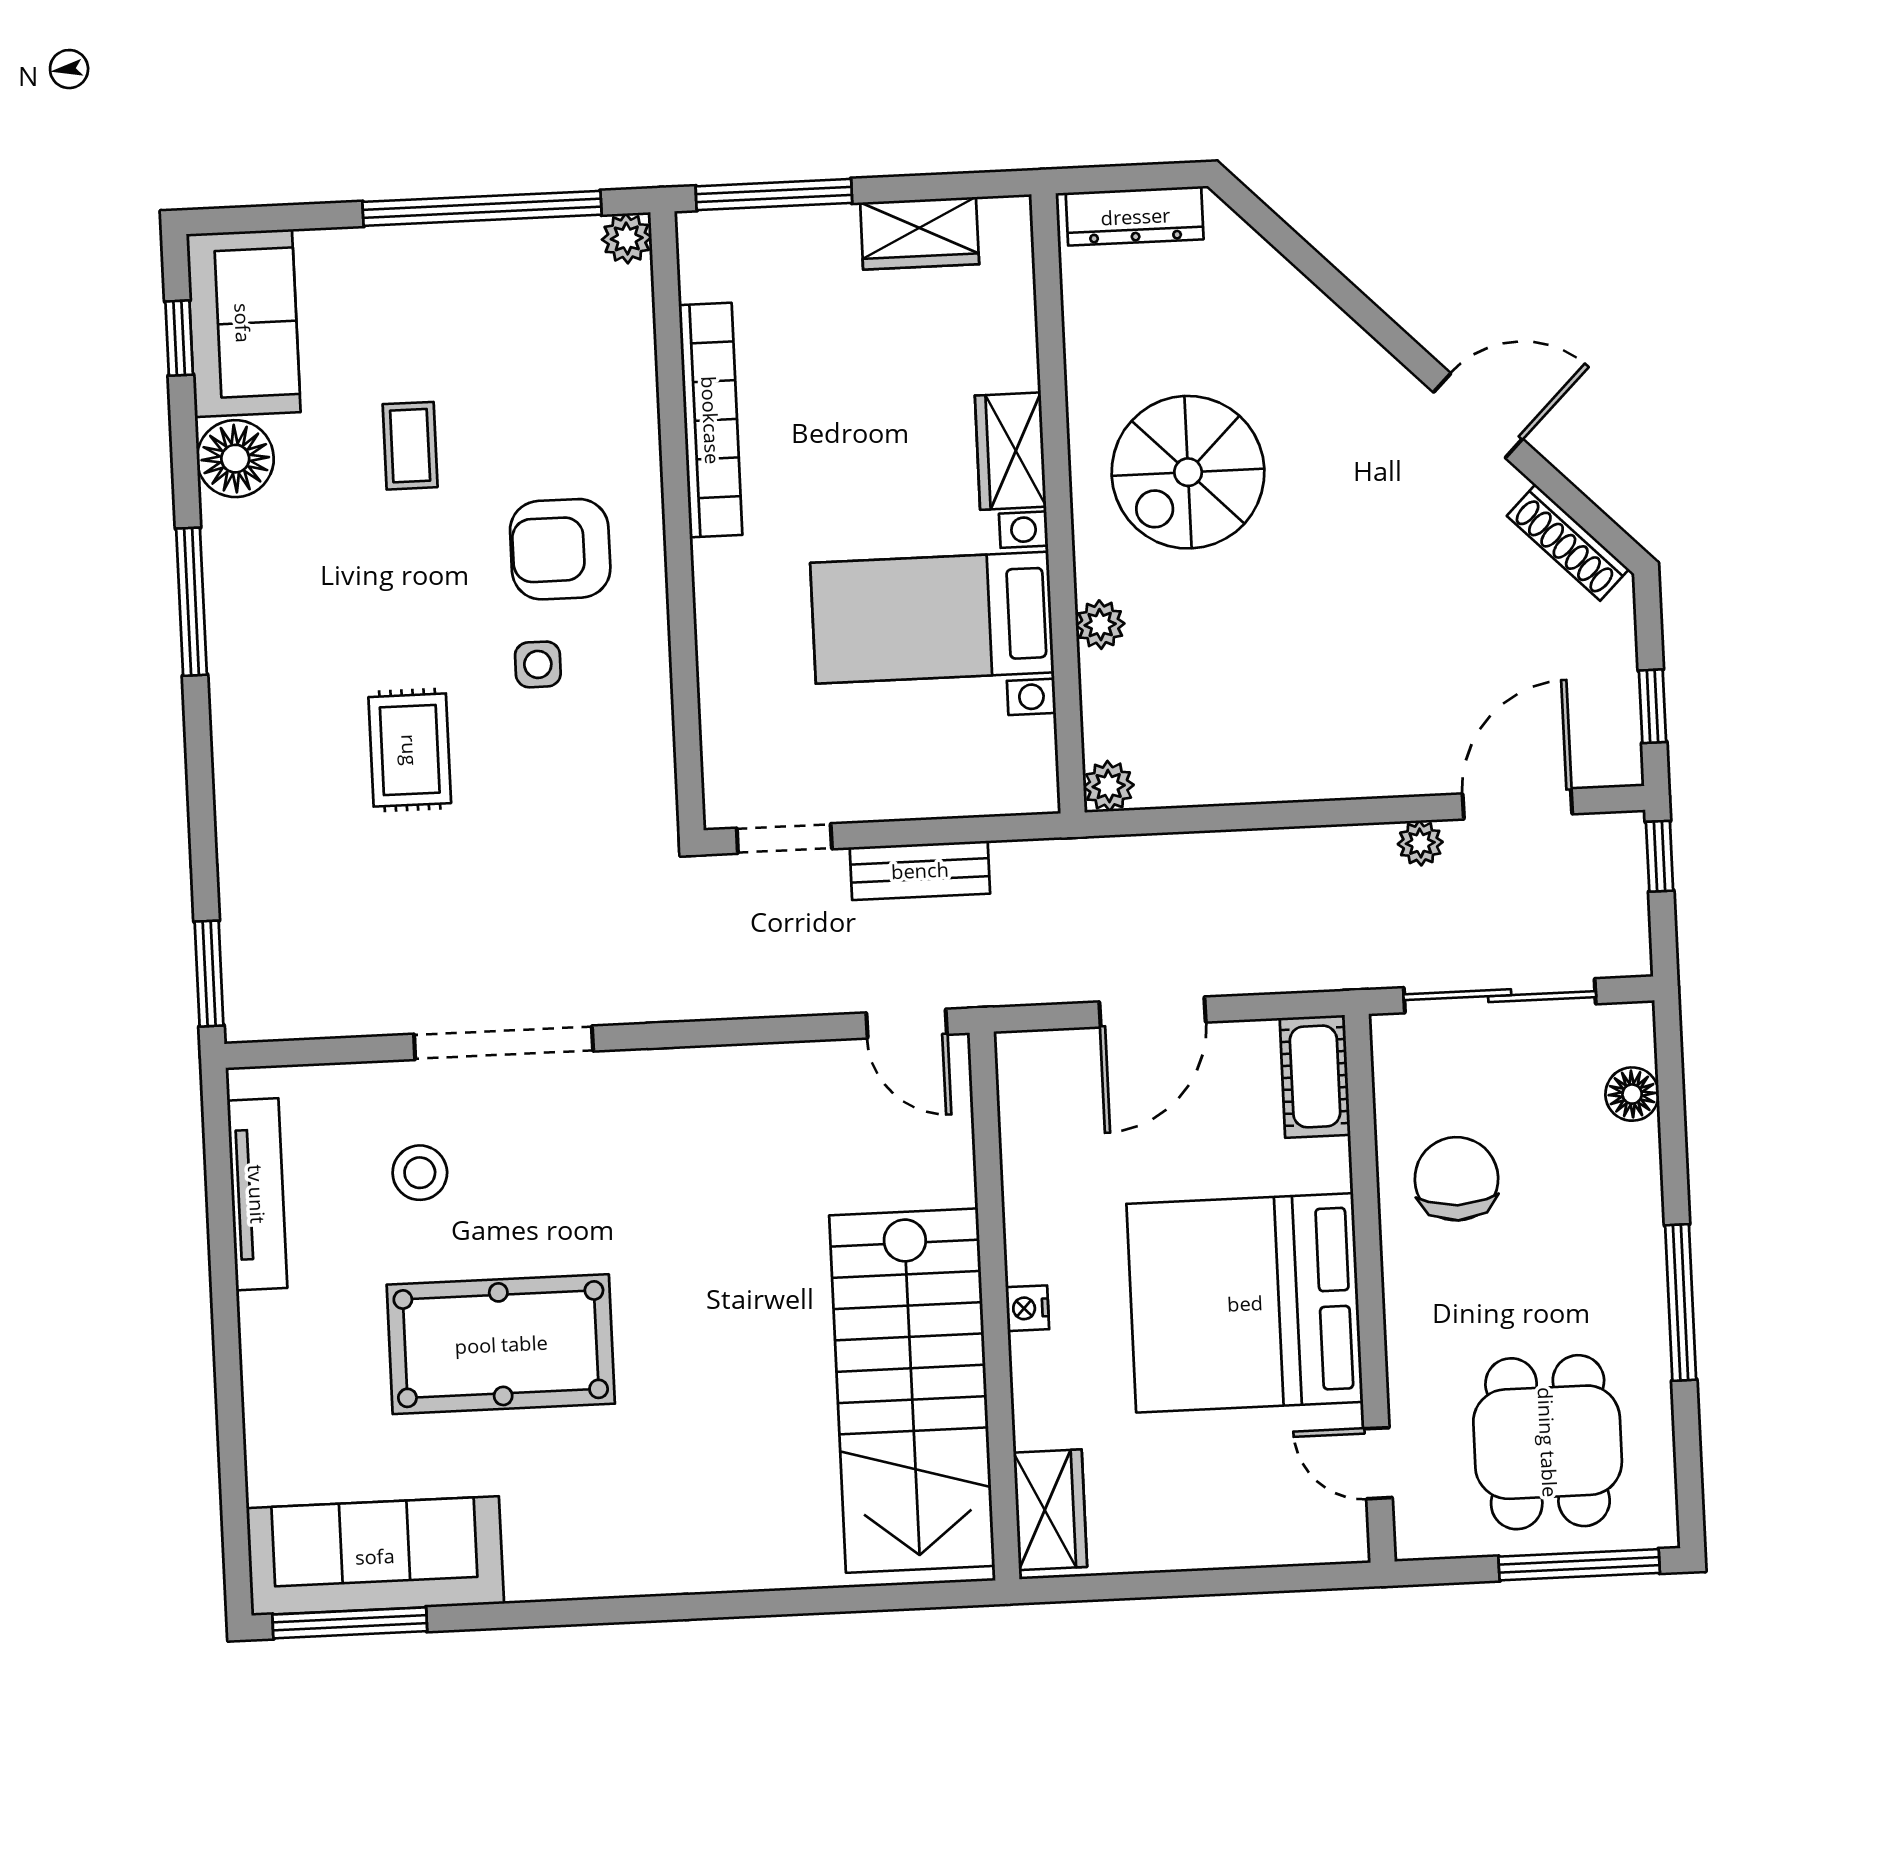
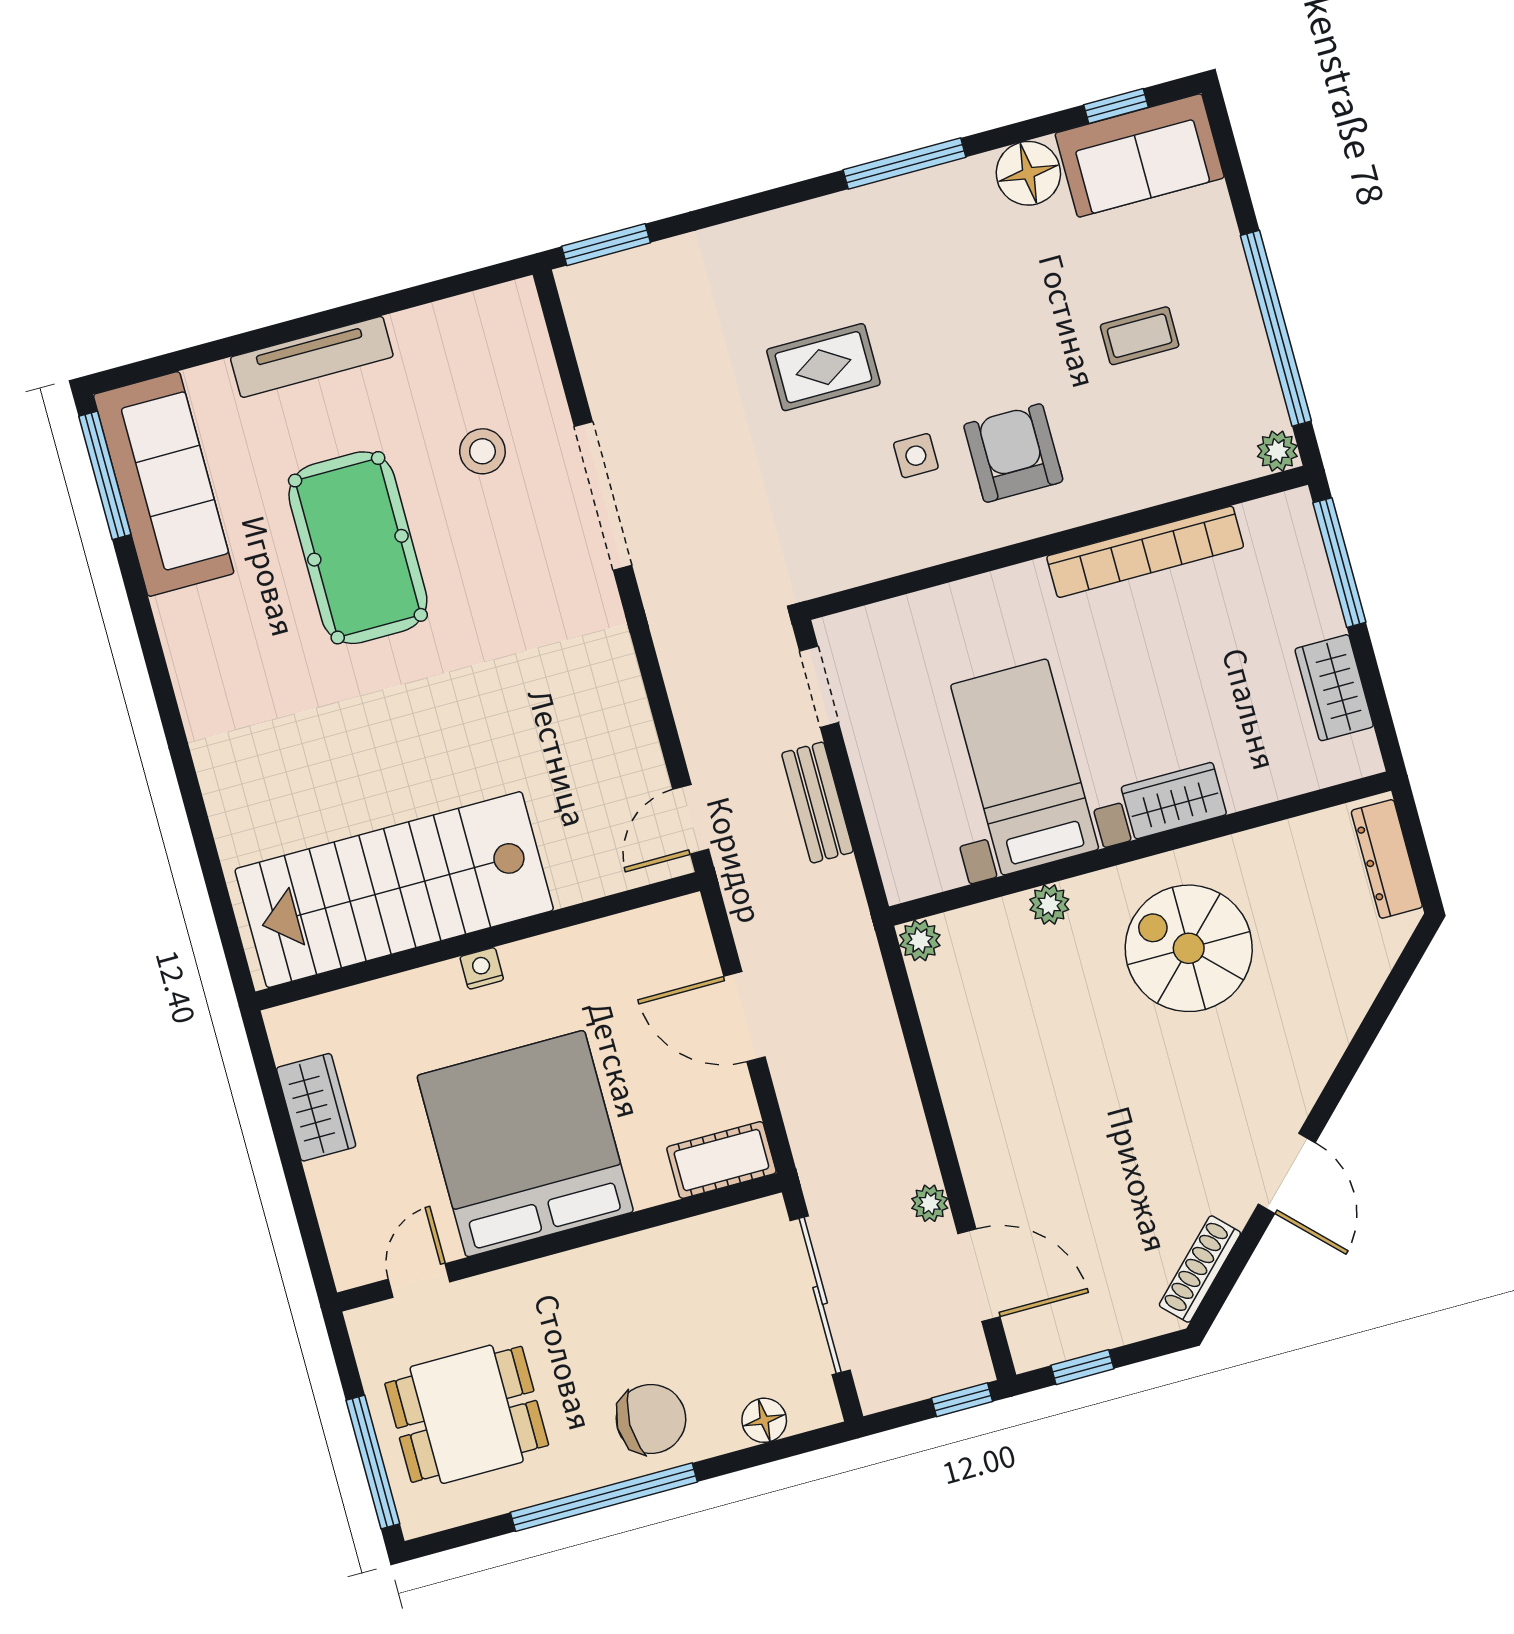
coffee table: (410, 446) -> (1140, 336), moved
chair: (1456, 1179) -> (651, 1419), moved
tv unit: (257, 1194) -> (312, 357), moved
window: (1681, 1302) -> (604, 1497), width x1.46
wardrobe: (1050, 1510) -> (316, 1107), moved, turned -90

